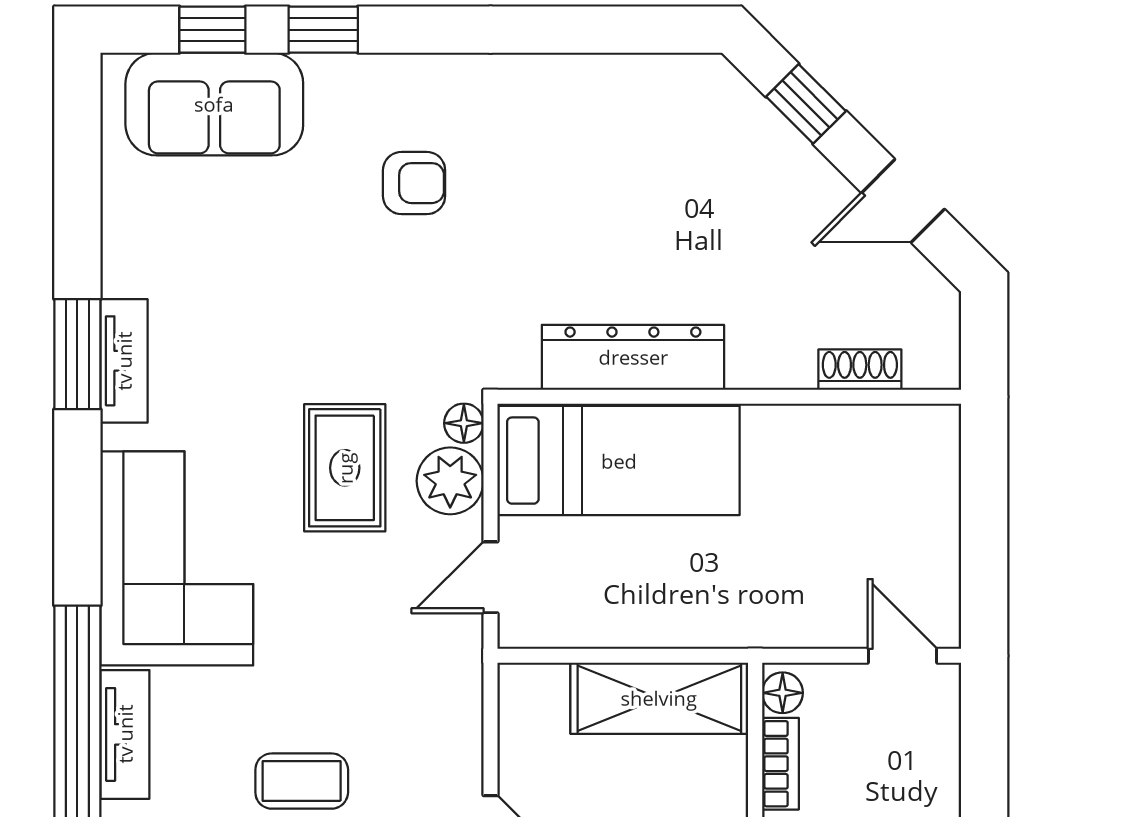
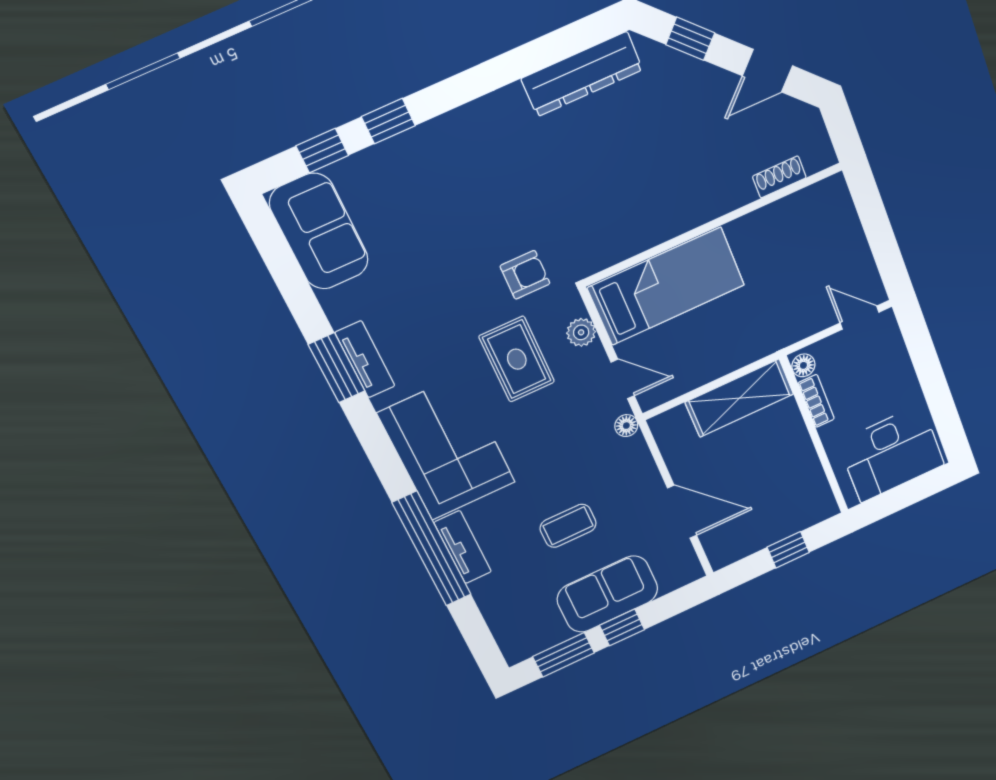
sofa: (214, 104) -> (319, 232), moved, turned -90
armchair: (414, 183) -> (525, 275), moved
dresser: (633, 357) -> (582, 74), moved, turned 180
floor lamp: (464, 423) -> (626, 426), moved
plant: (450, 481) -> (581, 332), width x0.73, depth x0.73
door: (490, 577) -> (623, 379), swing flipped

